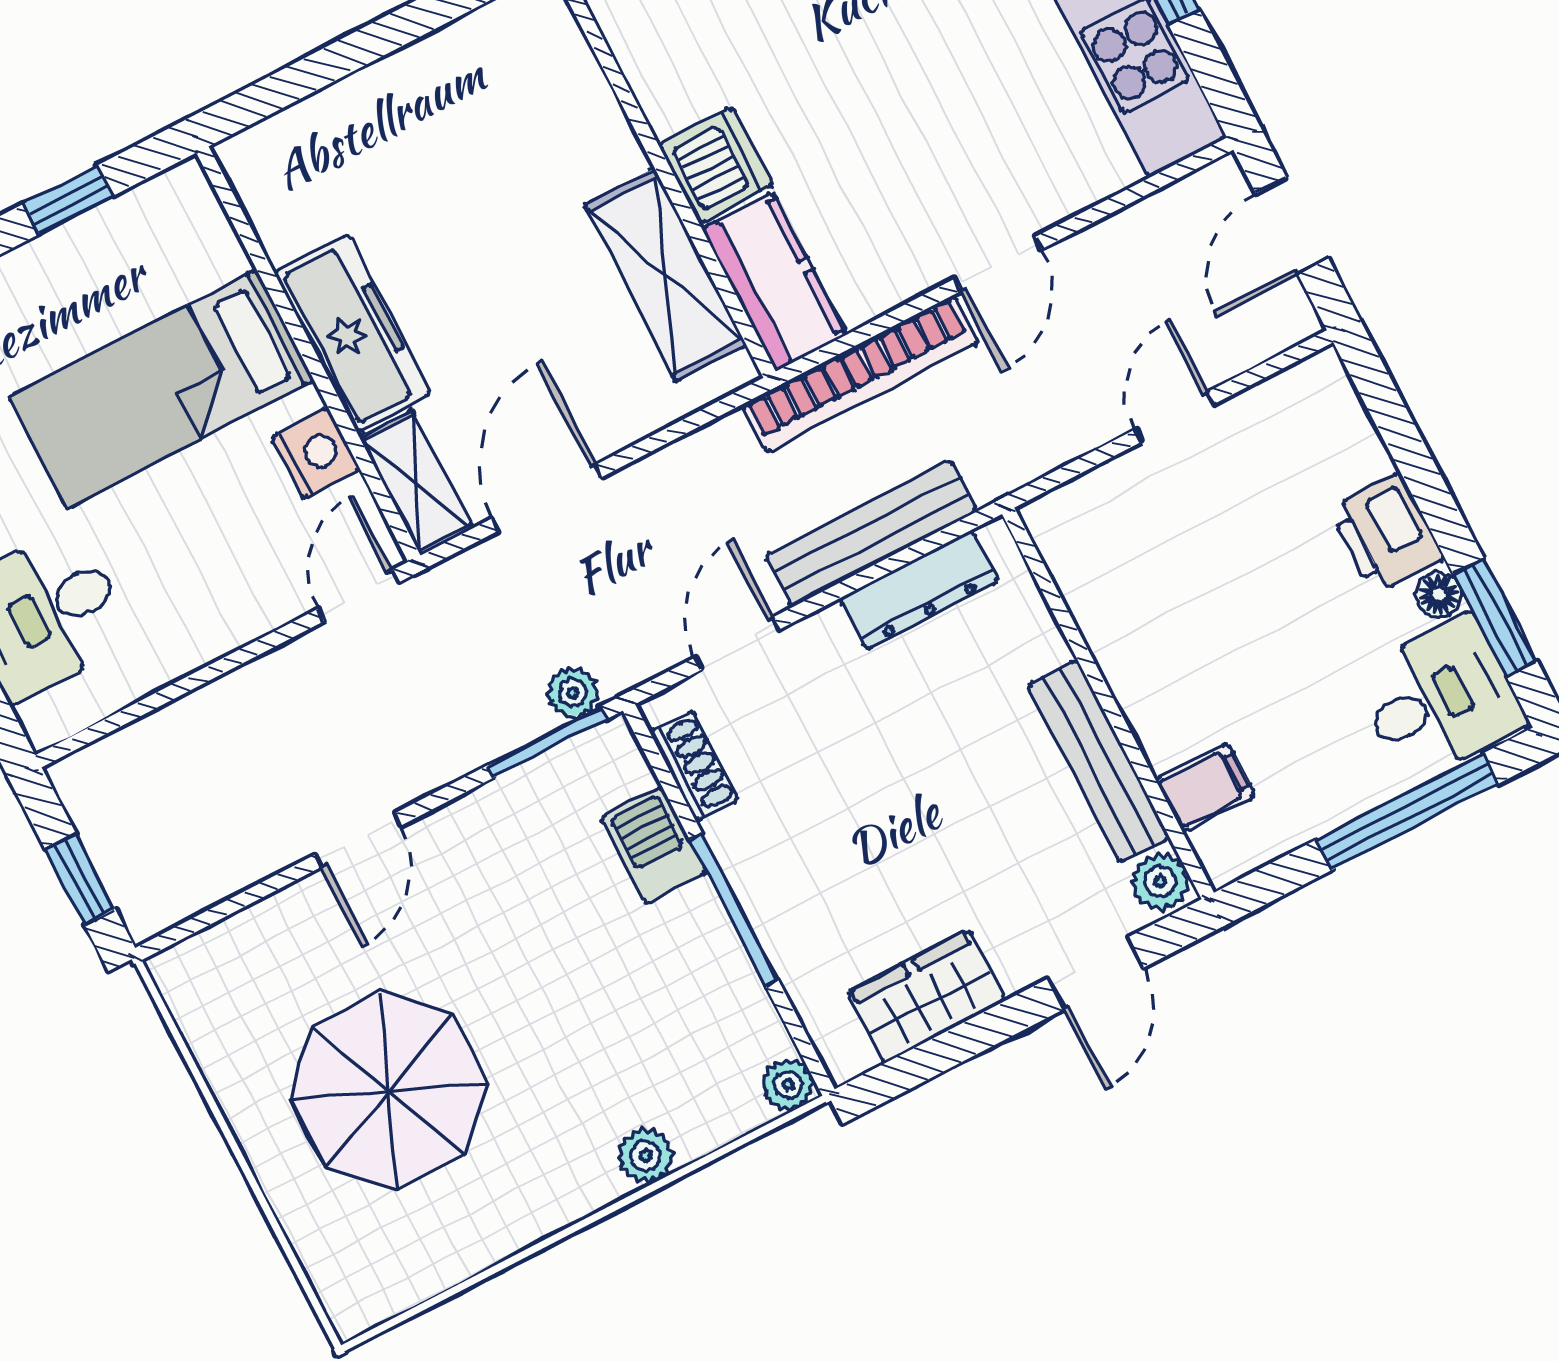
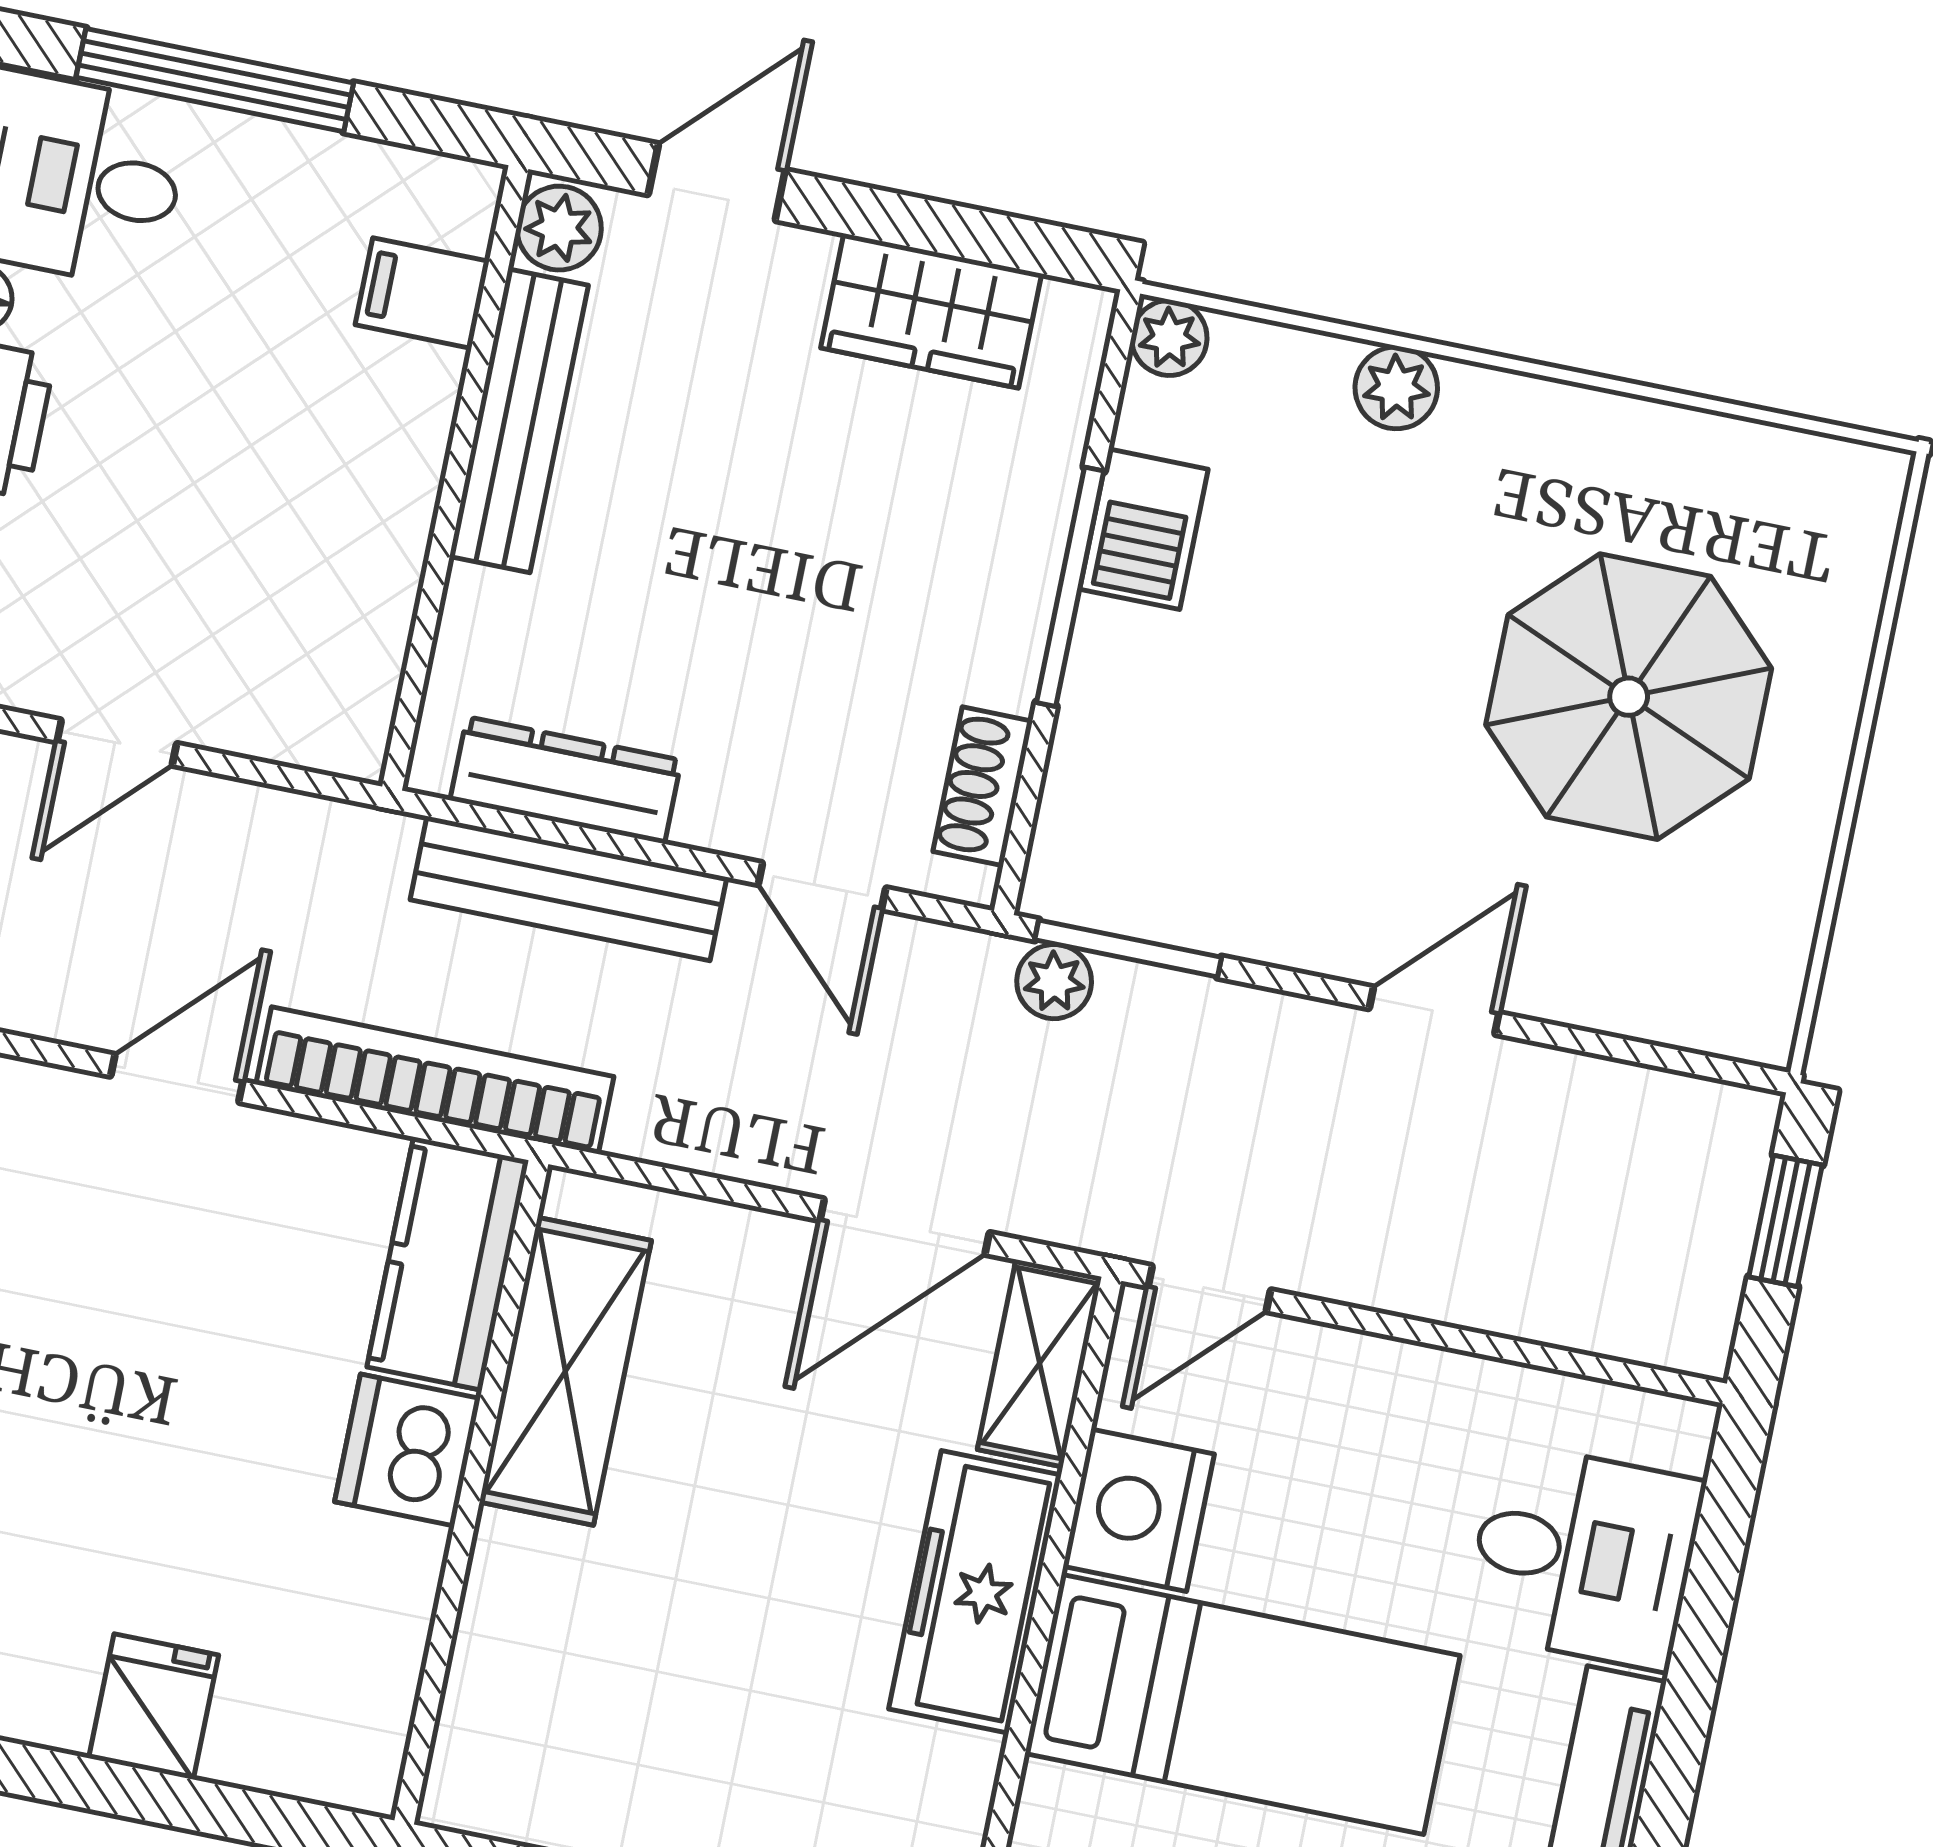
nightstand: (316, 454) -> (1139, 1510), width x1.36, depth x1.33
door: (737, 644) -> (822, 886), hinge flipped
barbecue: (654, 845) -> (1144, 529), moved

